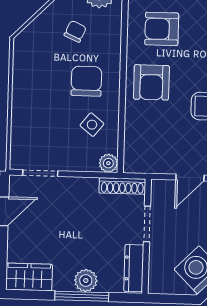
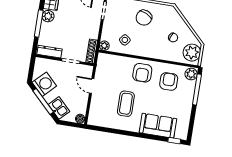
chair: (86, 81) -> (144, 18), moved, turned 115
armchair: (151, 82) -> (142, 73), turned -90
plant: (86, 281) -> (48, 16), moved

